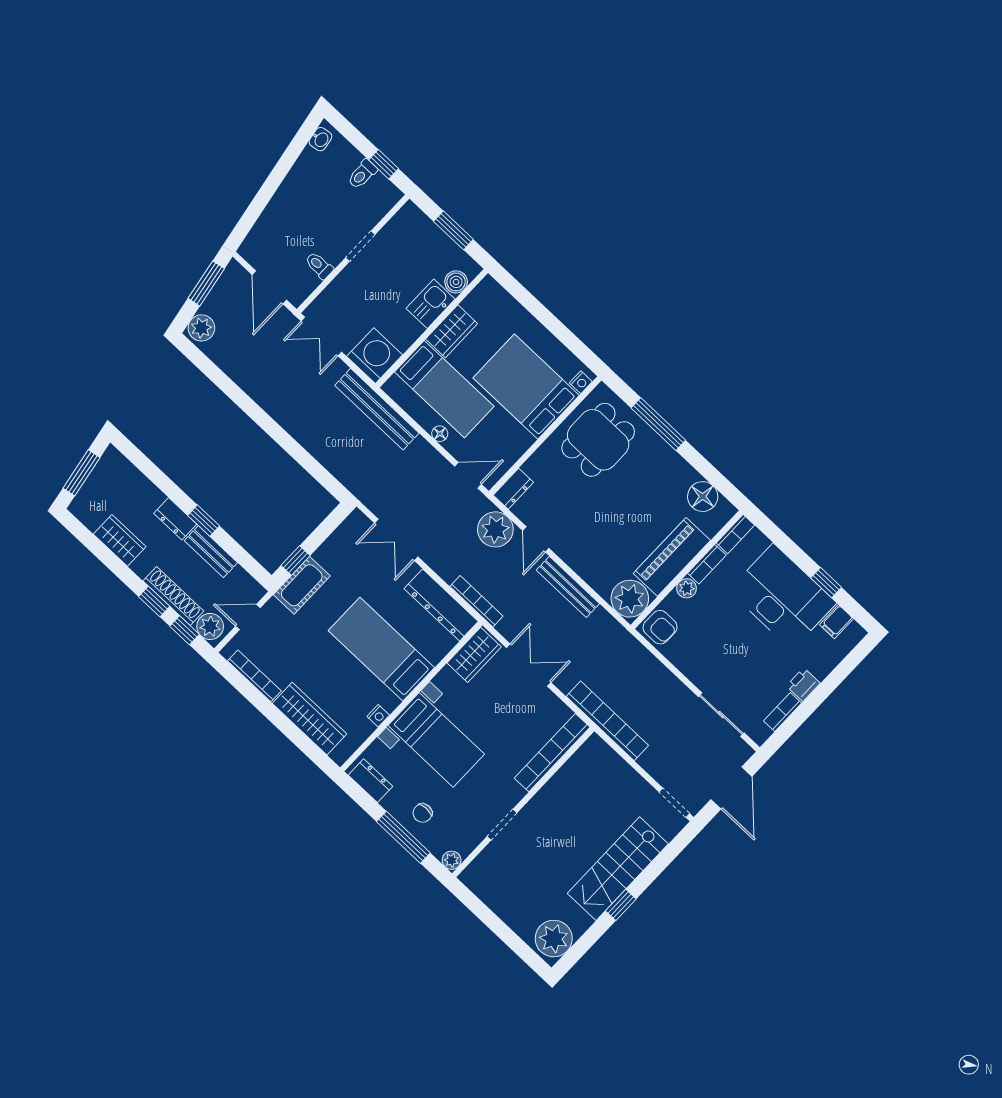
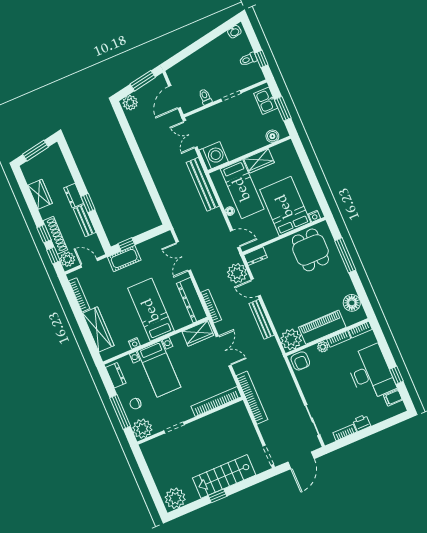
kitchen sink: (431, 304) -> (266, 101), moved, turned -90
dining table: (598, 440) -> (310, 250), turned 90
door: (536, 539) -> (256, 287), hinge flipped
plant: (452, 860) -> (142, 429), width x1.88, depth x1.88

